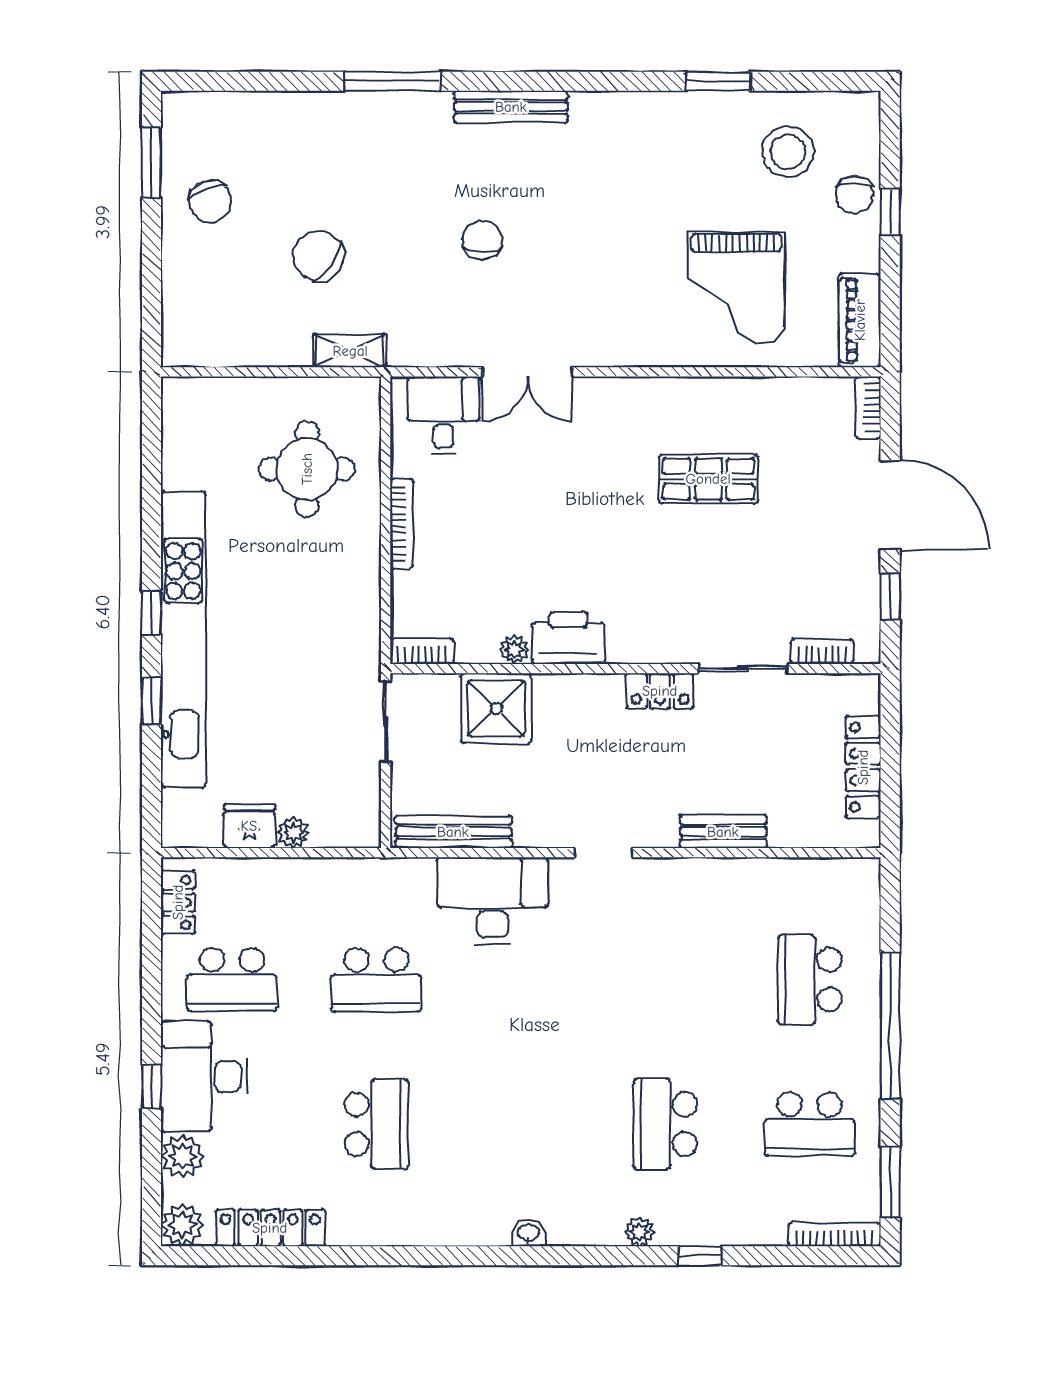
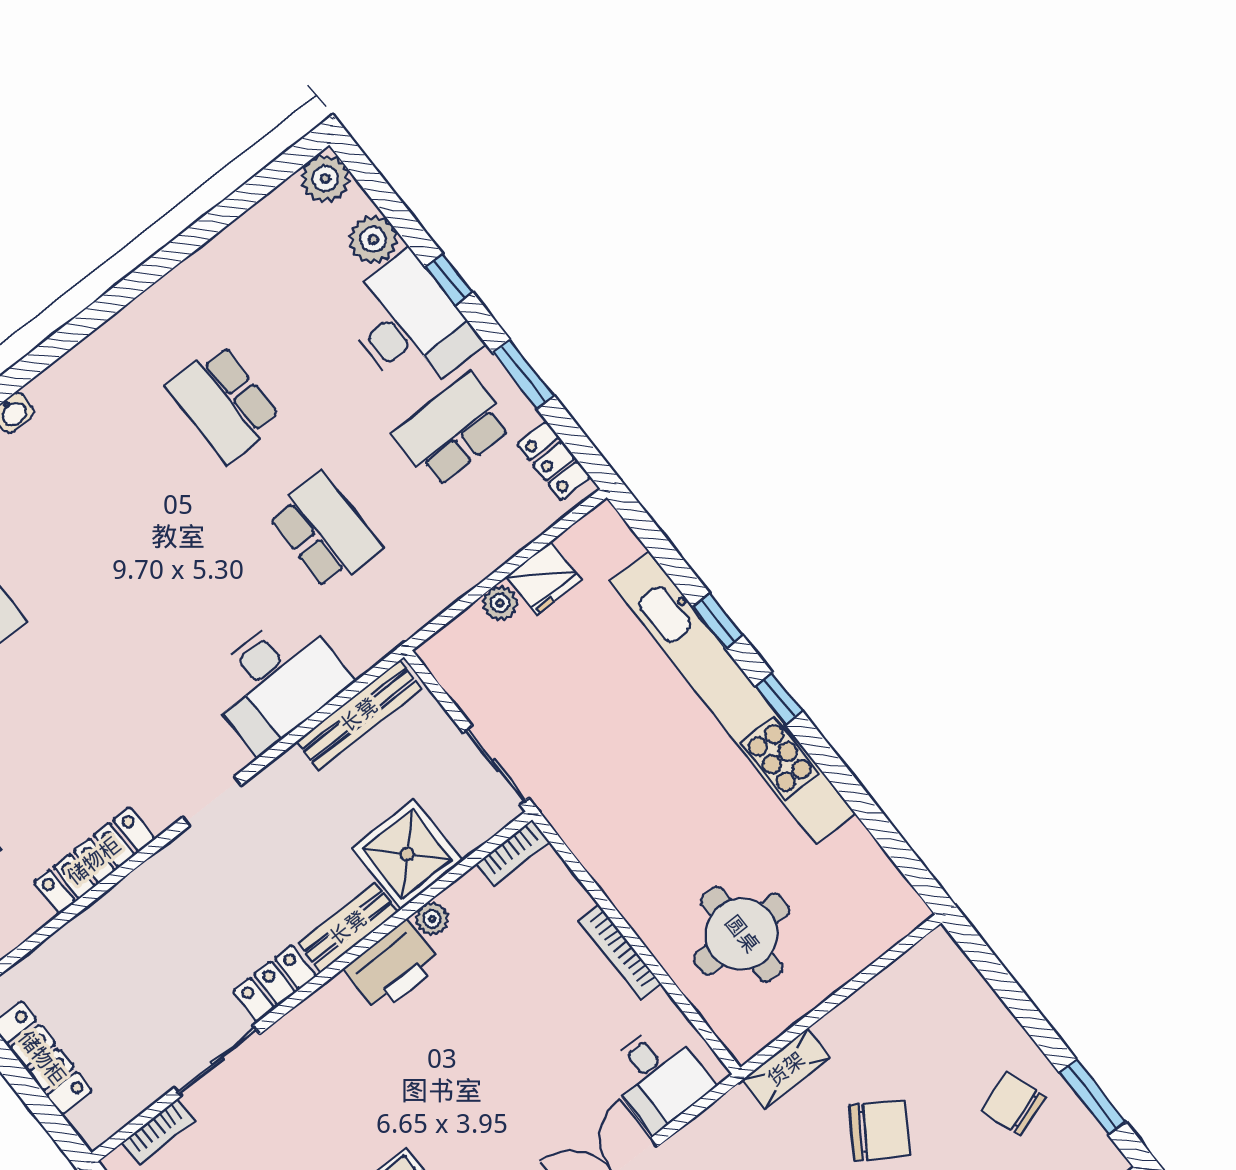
bench: (723, 832) -> (348, 928), moved
window: (151, 980) -> (523, 374), added
school desk: (376, 980) -> (325, 531), turned 90
locker: (270, 1228) -> (94, 861), moved, turned 180

